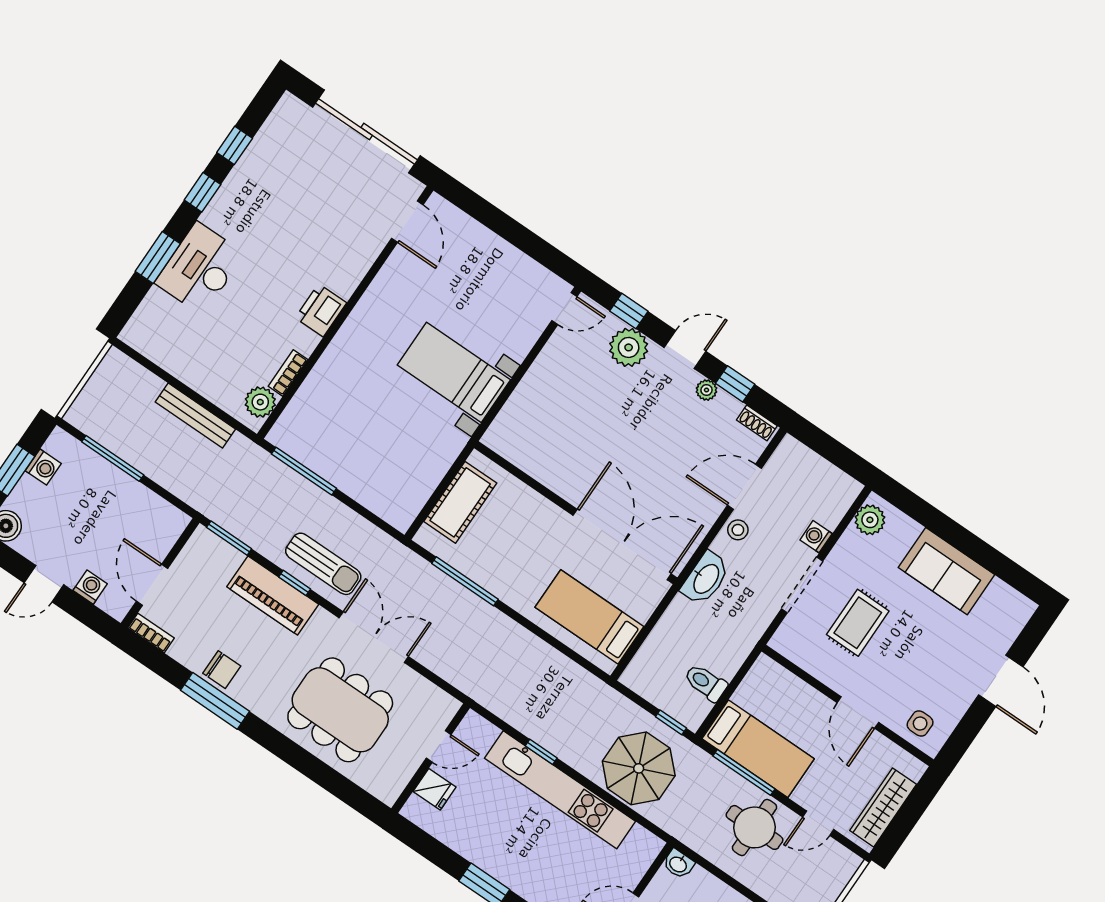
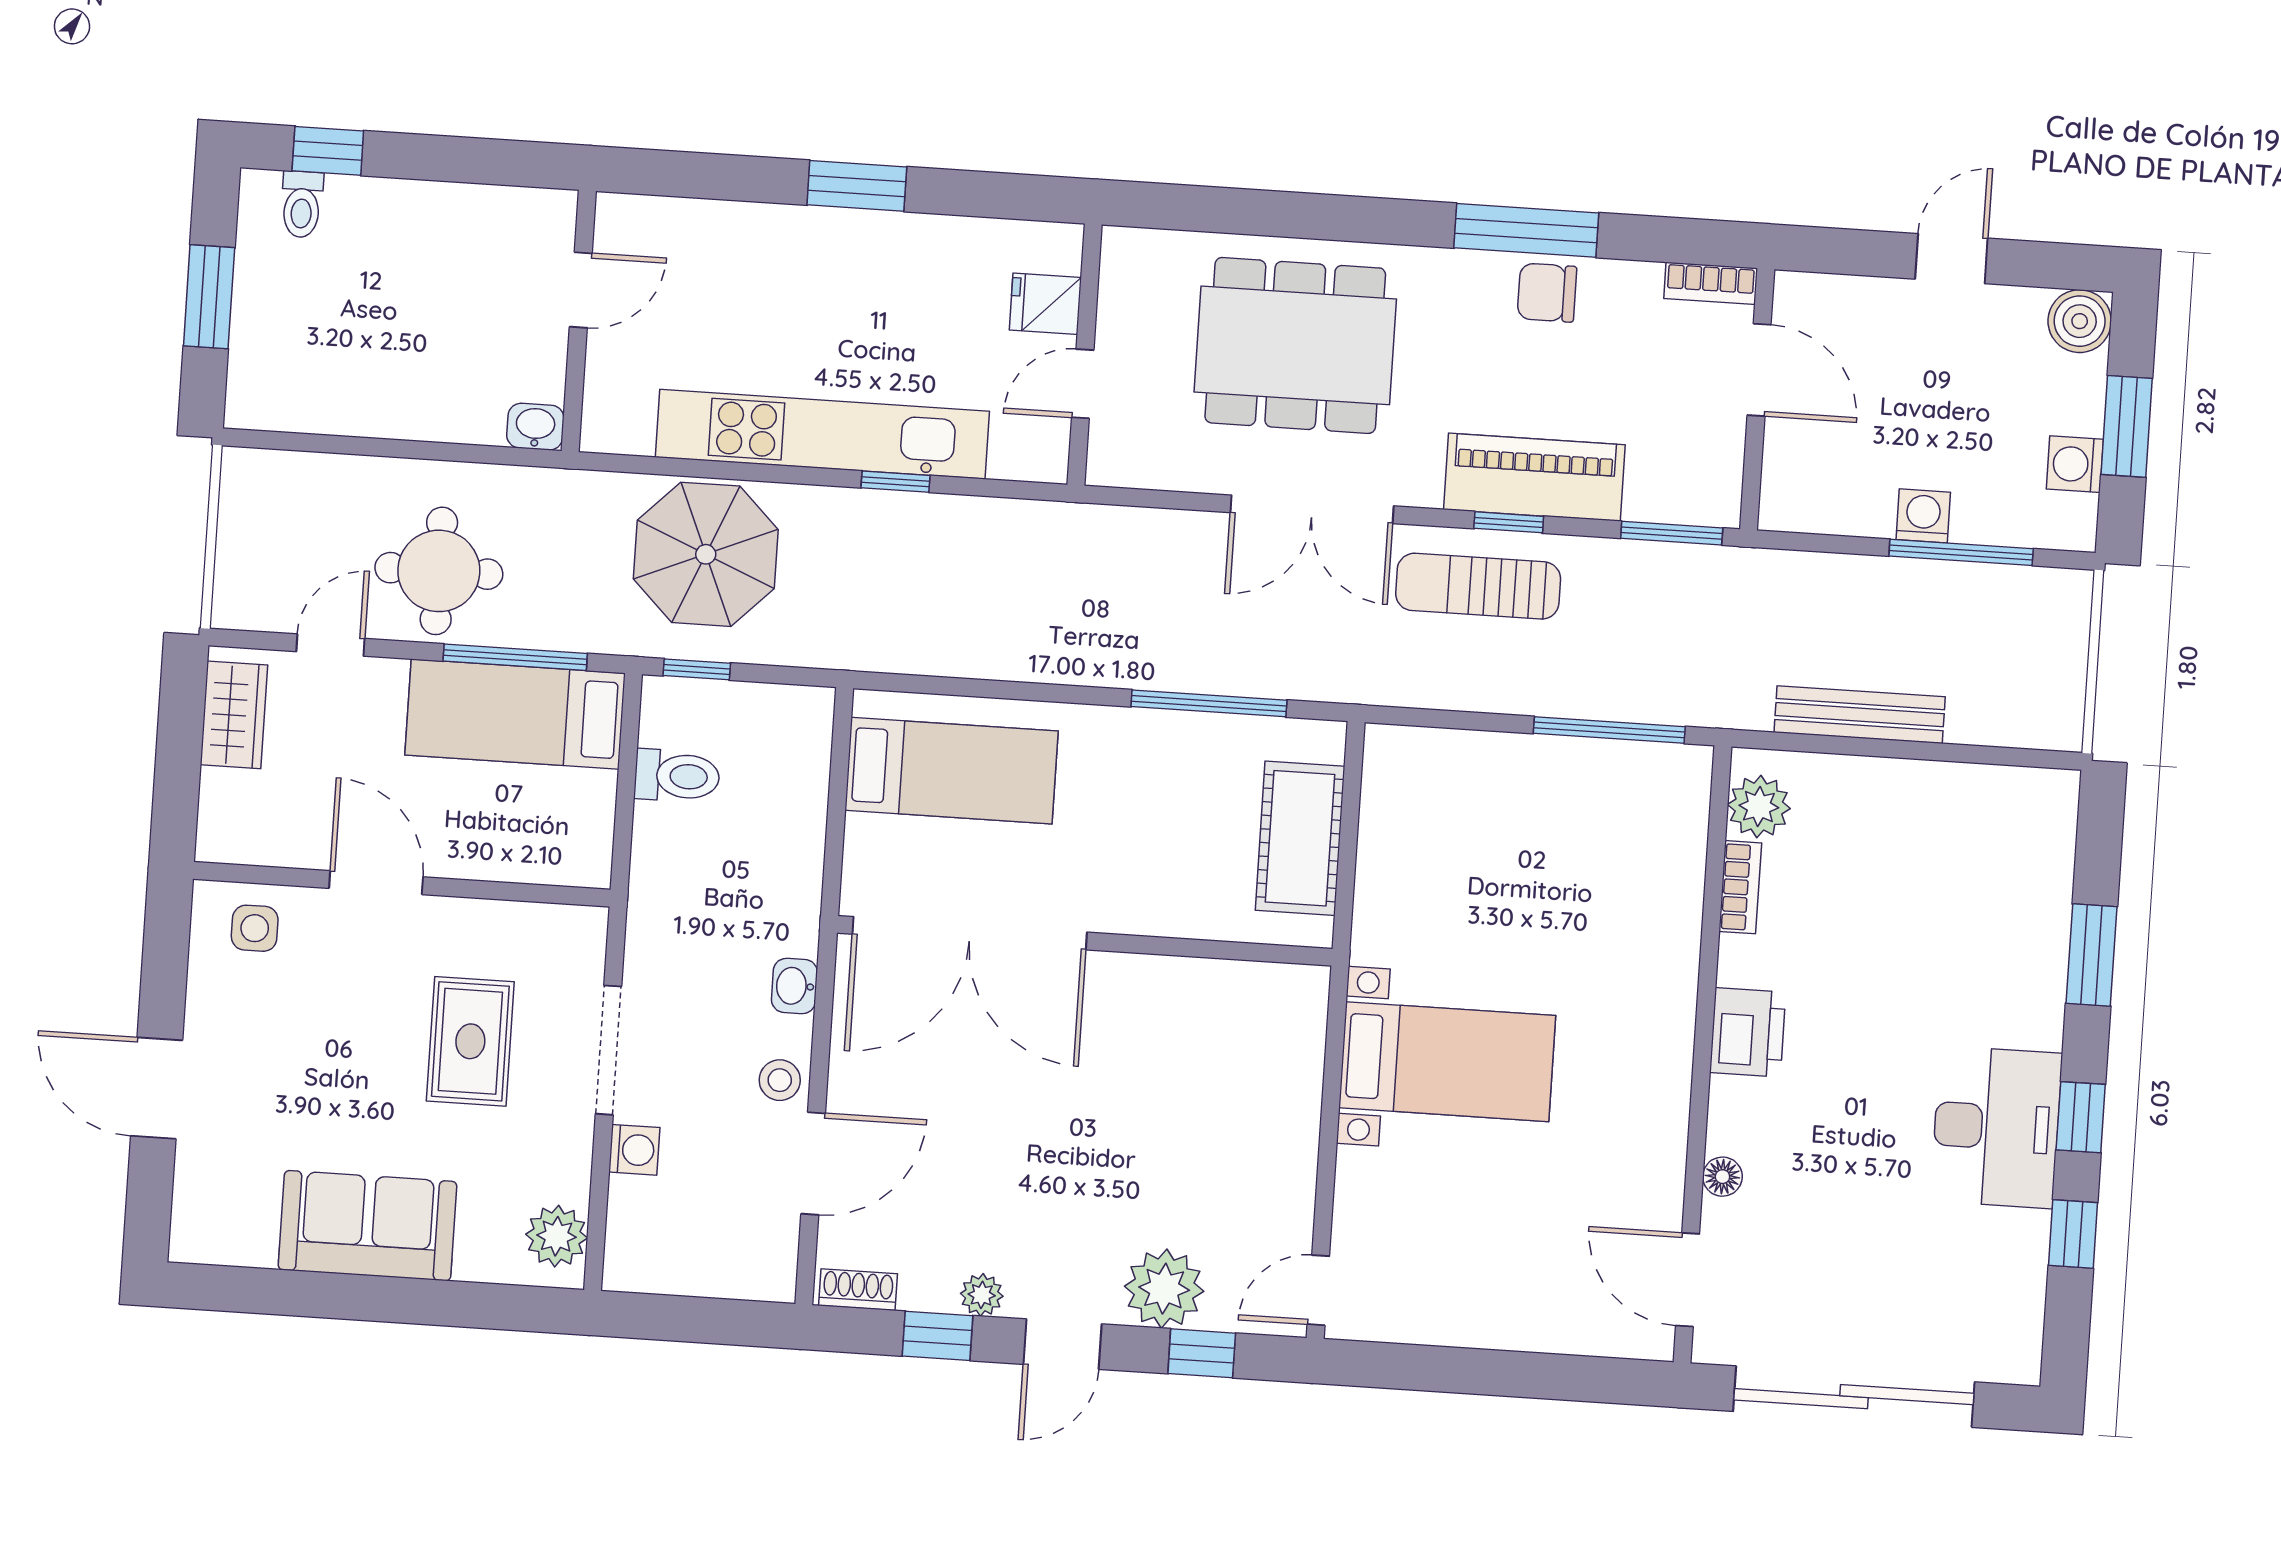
floor lamp: (367, 256) -> (1722, 1177), added
desk: (200, 268) -> (1996, 1127), moved
washbasin: (706, 578) -> (794, 986), width x0.52, depth x0.69
washing machine: (90, 587) -> (1923, 516), moved, turned 180
wardrobe: (883, 807) -> (234, 715), width x0.67

